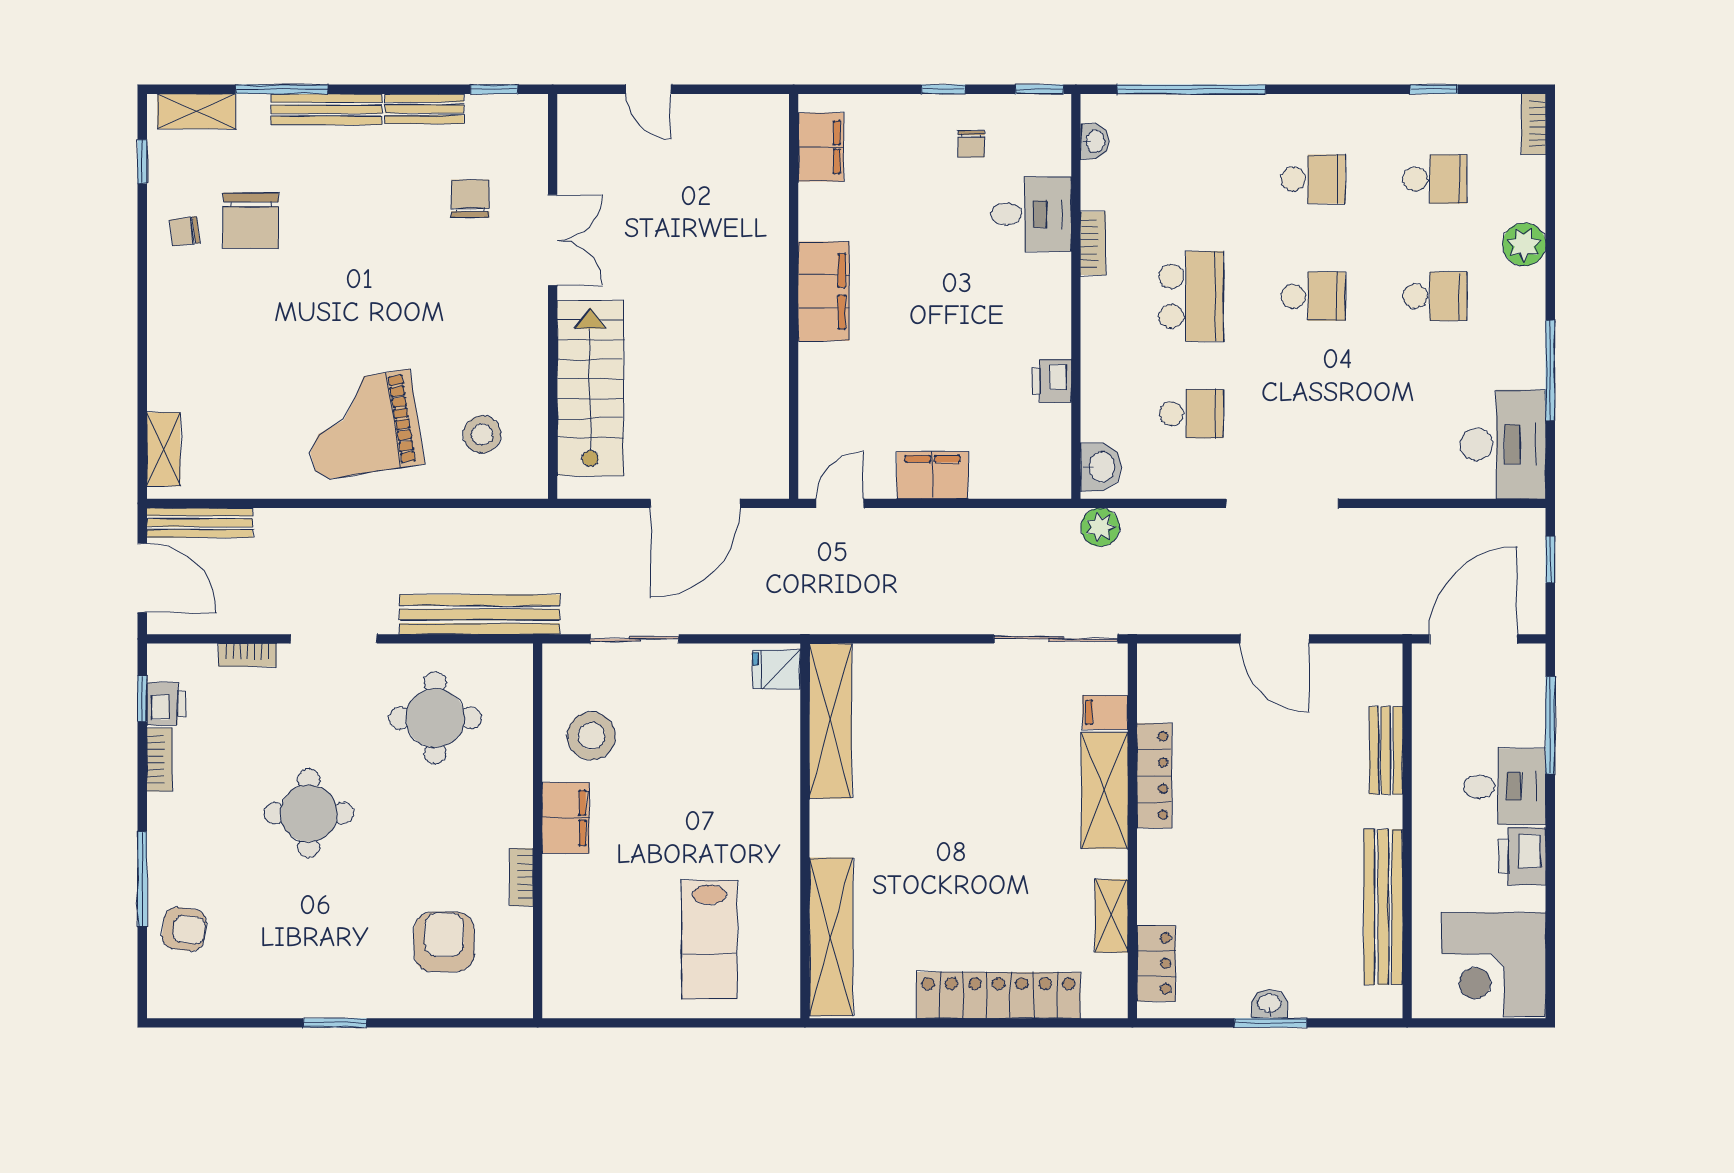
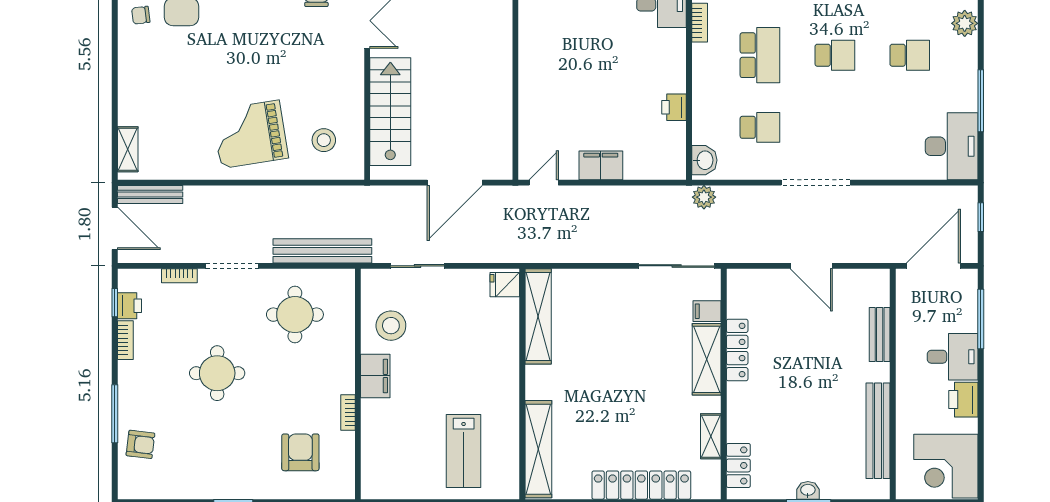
filing cabinet: (824, 291) -> (534, 52), removed

